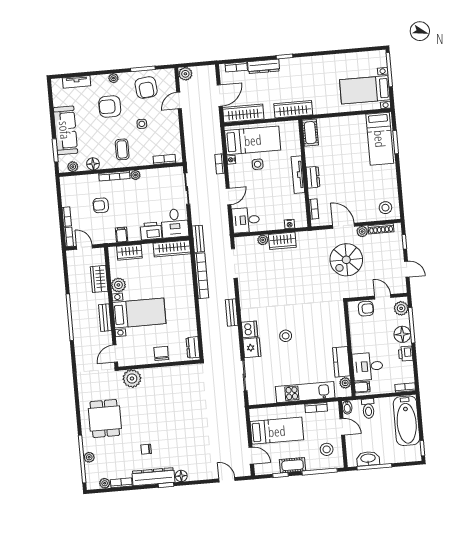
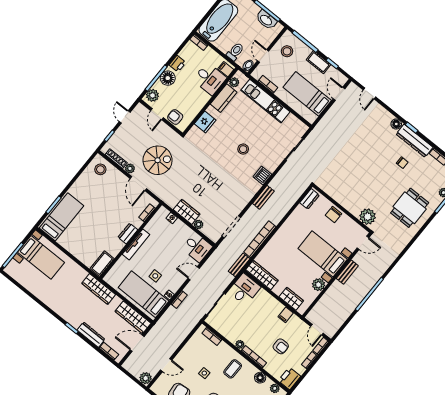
printer: (151, 231) -> (289, 378), moved, turned 90
wardrobe: (99, 279) -> (327, 300), removed
fridge: (252, 348) -> (205, 122), moved, turned 180

